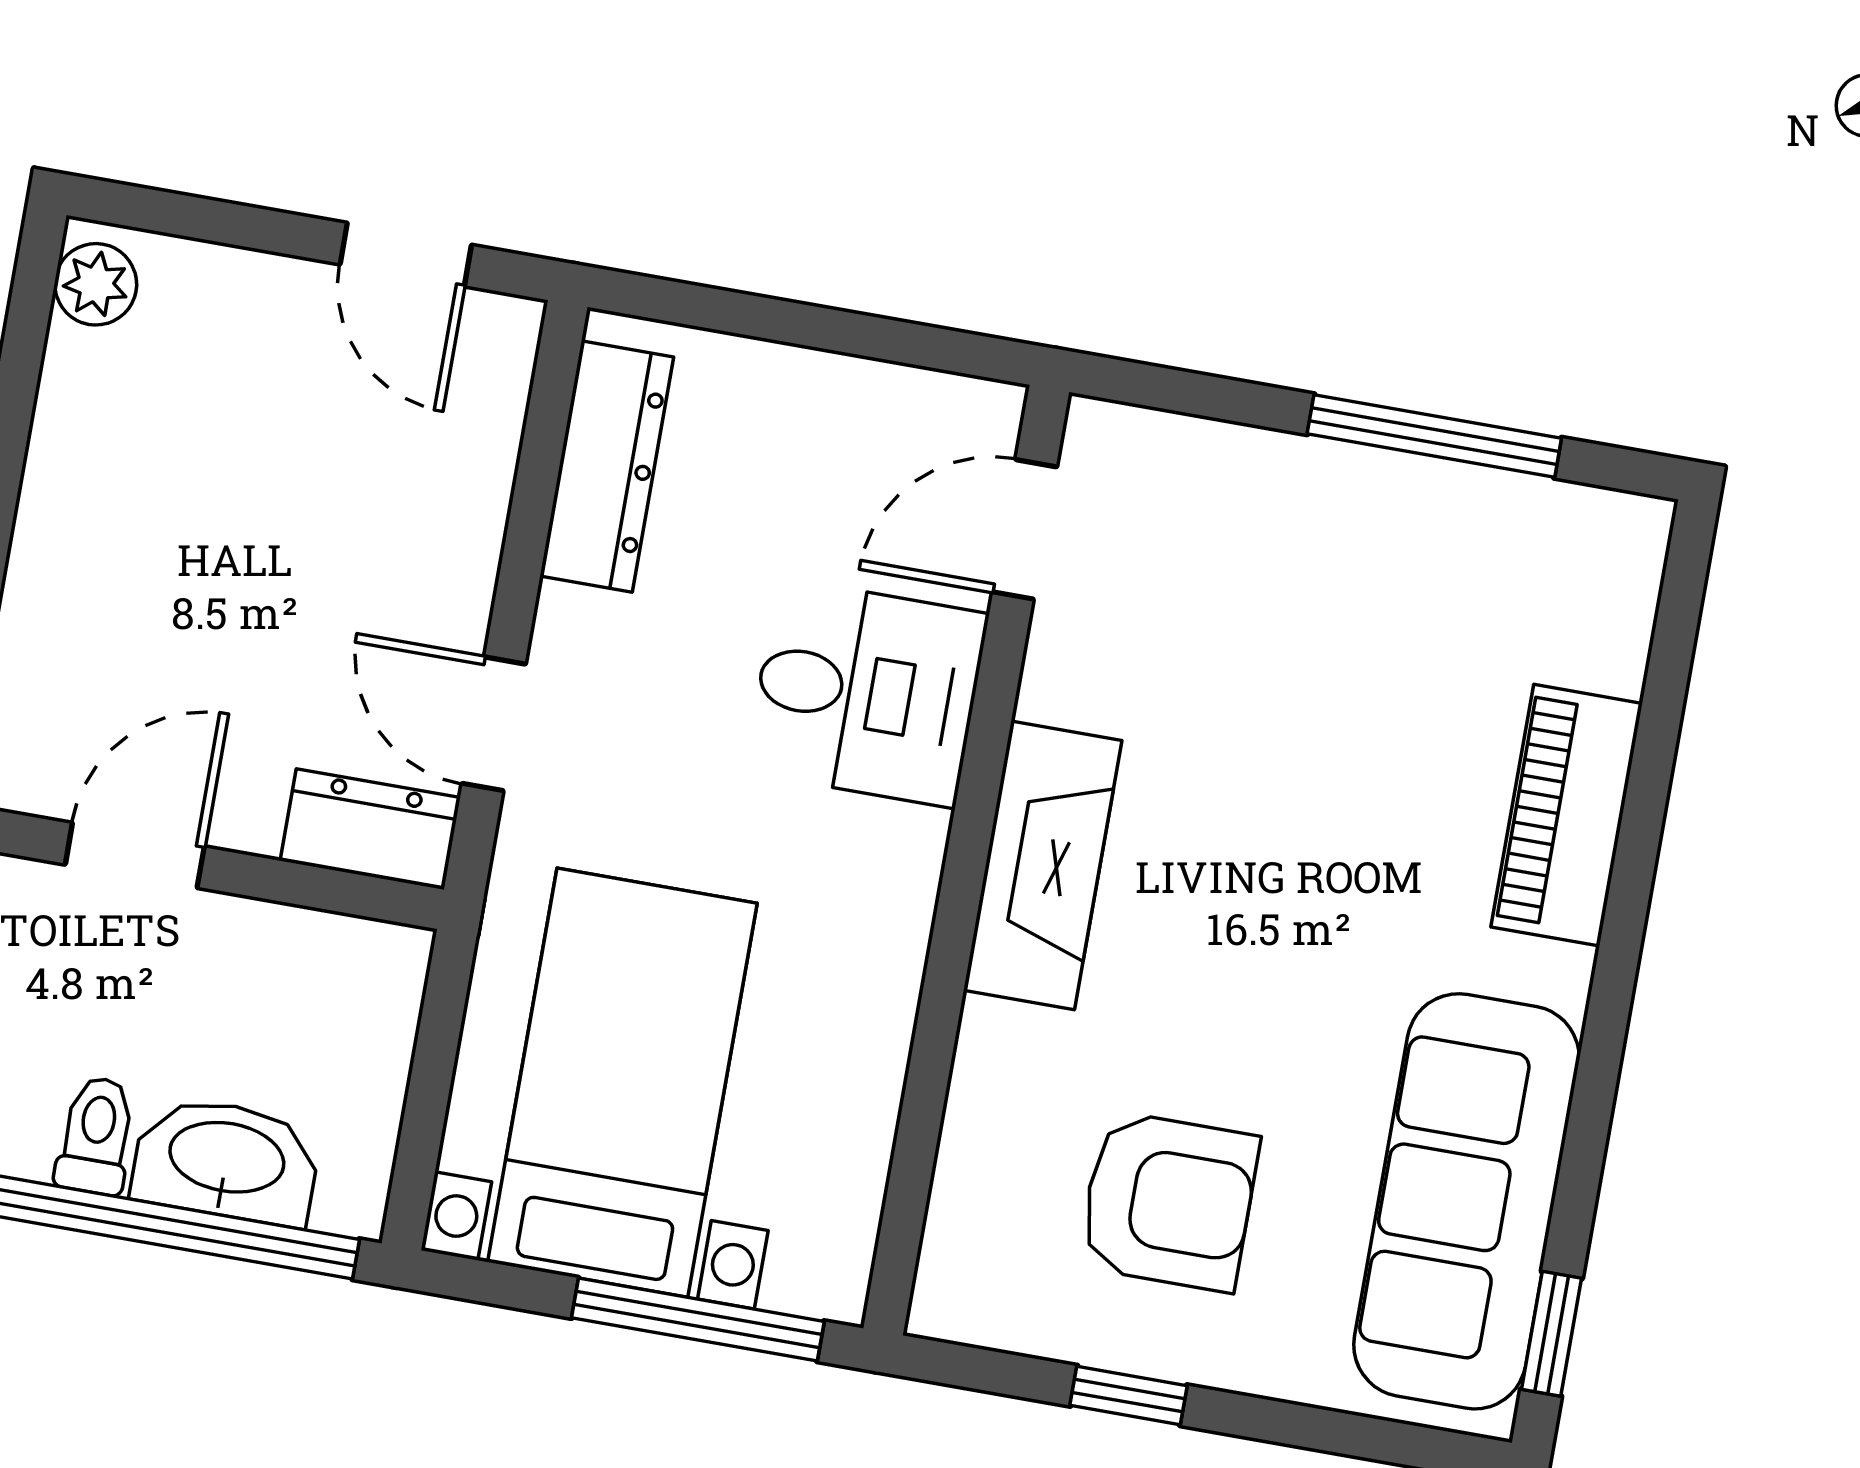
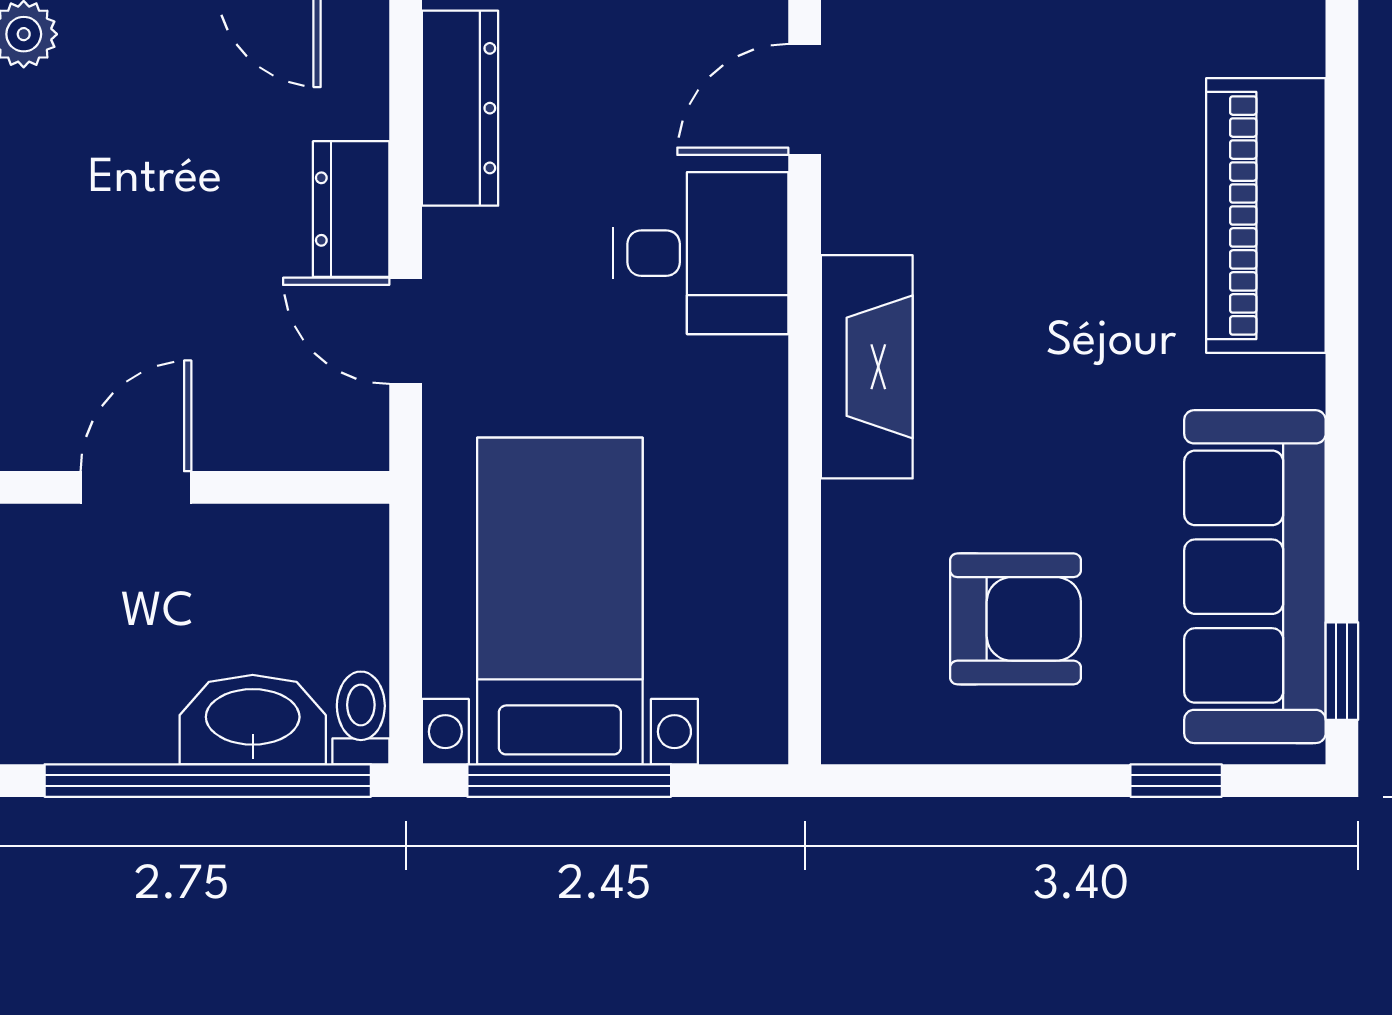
piano: (1567, 815) -> (1266, 215), width x1.37, depth x1.33
dresser: (370, 829) -> (351, 209), moved, turned -90
toilet: (96, 1135) -> (361, 718), moved
window: (698, 1320) -> (569, 781), moved
window: (1129, 1395) -> (1176, 781), moved

